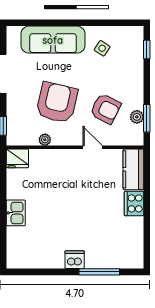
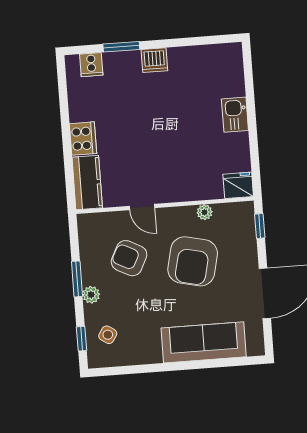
side table: (102, 48) -> (108, 335), moved
plant: (137, 117) -> (91, 295), moved
window: (147, 118) -> (77, 279), moved
cooker: (123, 260) -> (91, 65), added
window: (99, 272) -> (121, 47), width x0.69

